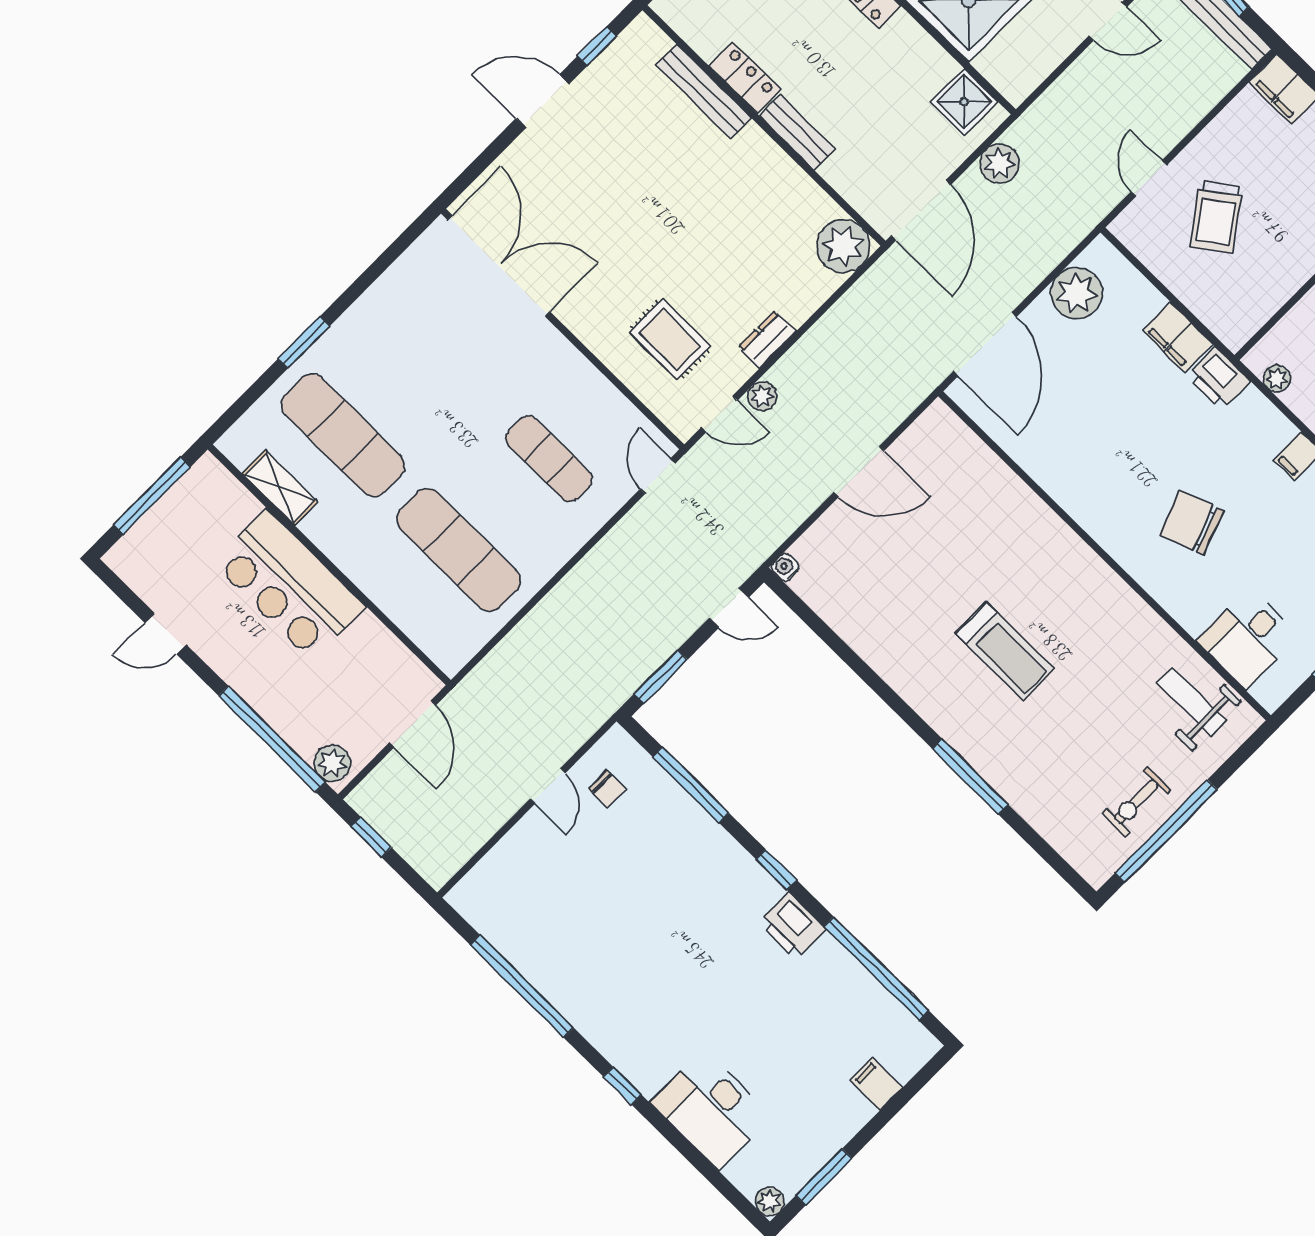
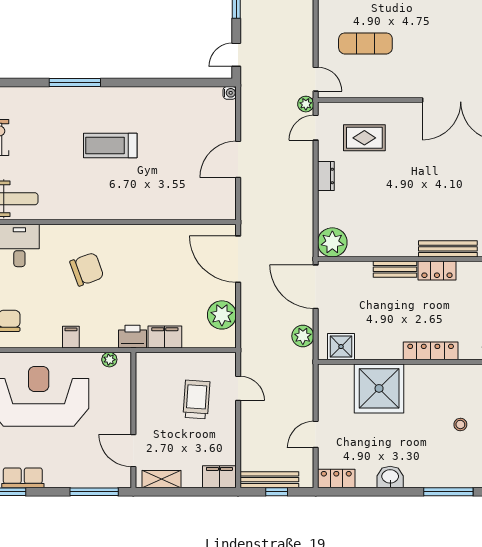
trolley: (1216, 217) -> (196, 400), turned 40
plant: (762, 396) -> (306, 104), moved

